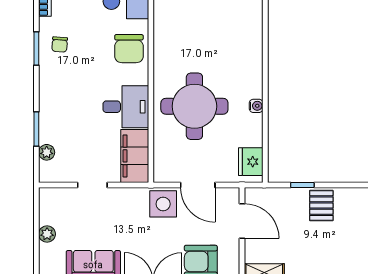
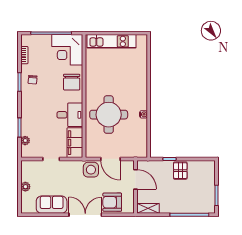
fridge: (251, 162) -> (140, 146), removed

